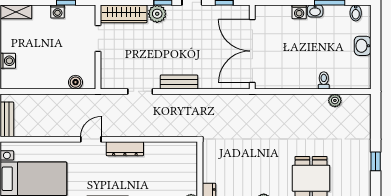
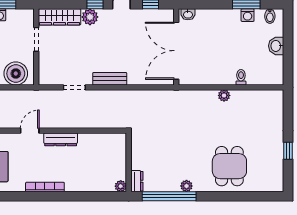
washbasin: (315, 11) -> (188, 14), moved
washing machine: (299, 12) -> (248, 15), moved
boiler: (75, 82) -> (16, 74), width x1.86, depth x1.86
plant: (335, 100) -> (224, 95), moved

